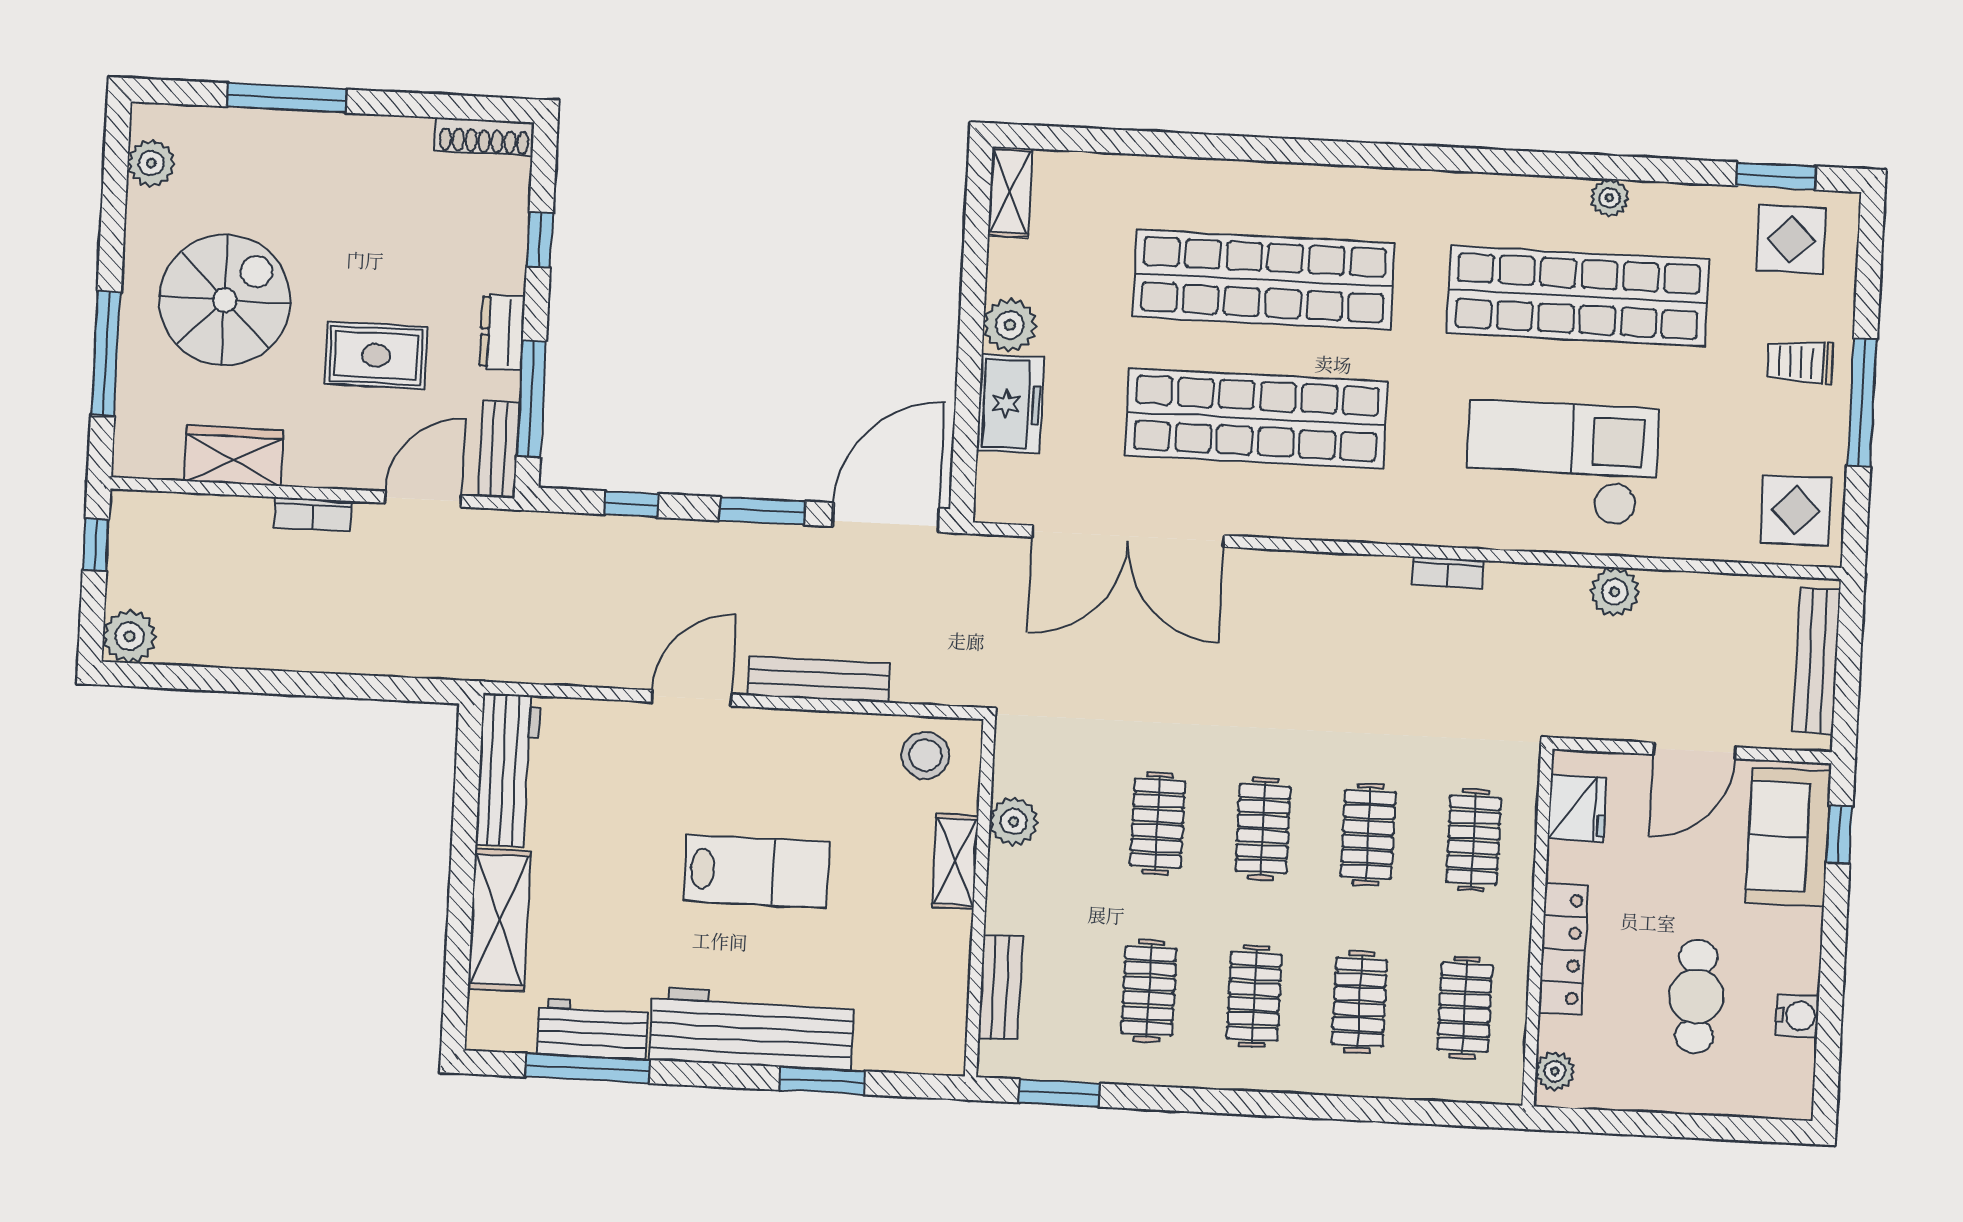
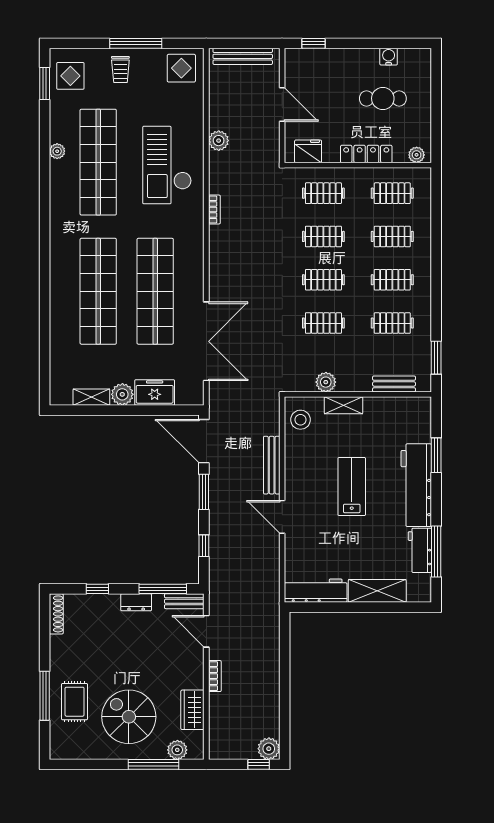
plant: (151, 163) -> (177, 750), moved
shelving: (1010, 192) -> (91, 397), moved
rug: (376, 355) -> (75, 702), moved
window: (96, 545) -> (259, 764), moved
sofa: (1788, 837) -> (315, 64), removed

